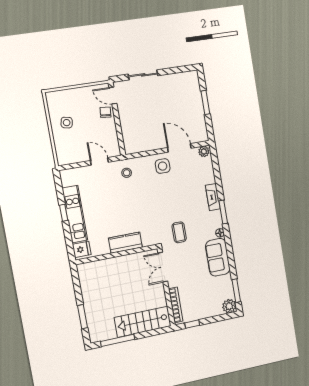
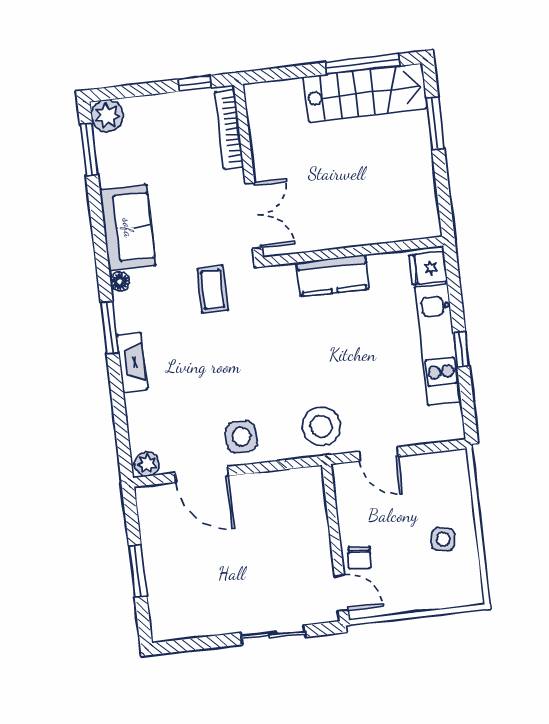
stool: (127, 173) -> (321, 426), width x1.89, depth x1.89
stairs: (143, 322) -> (365, 92), moved

